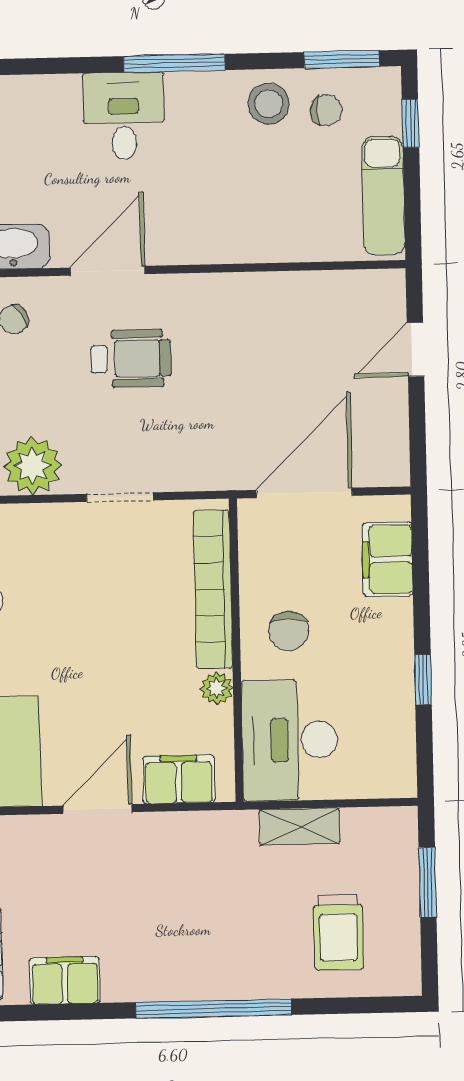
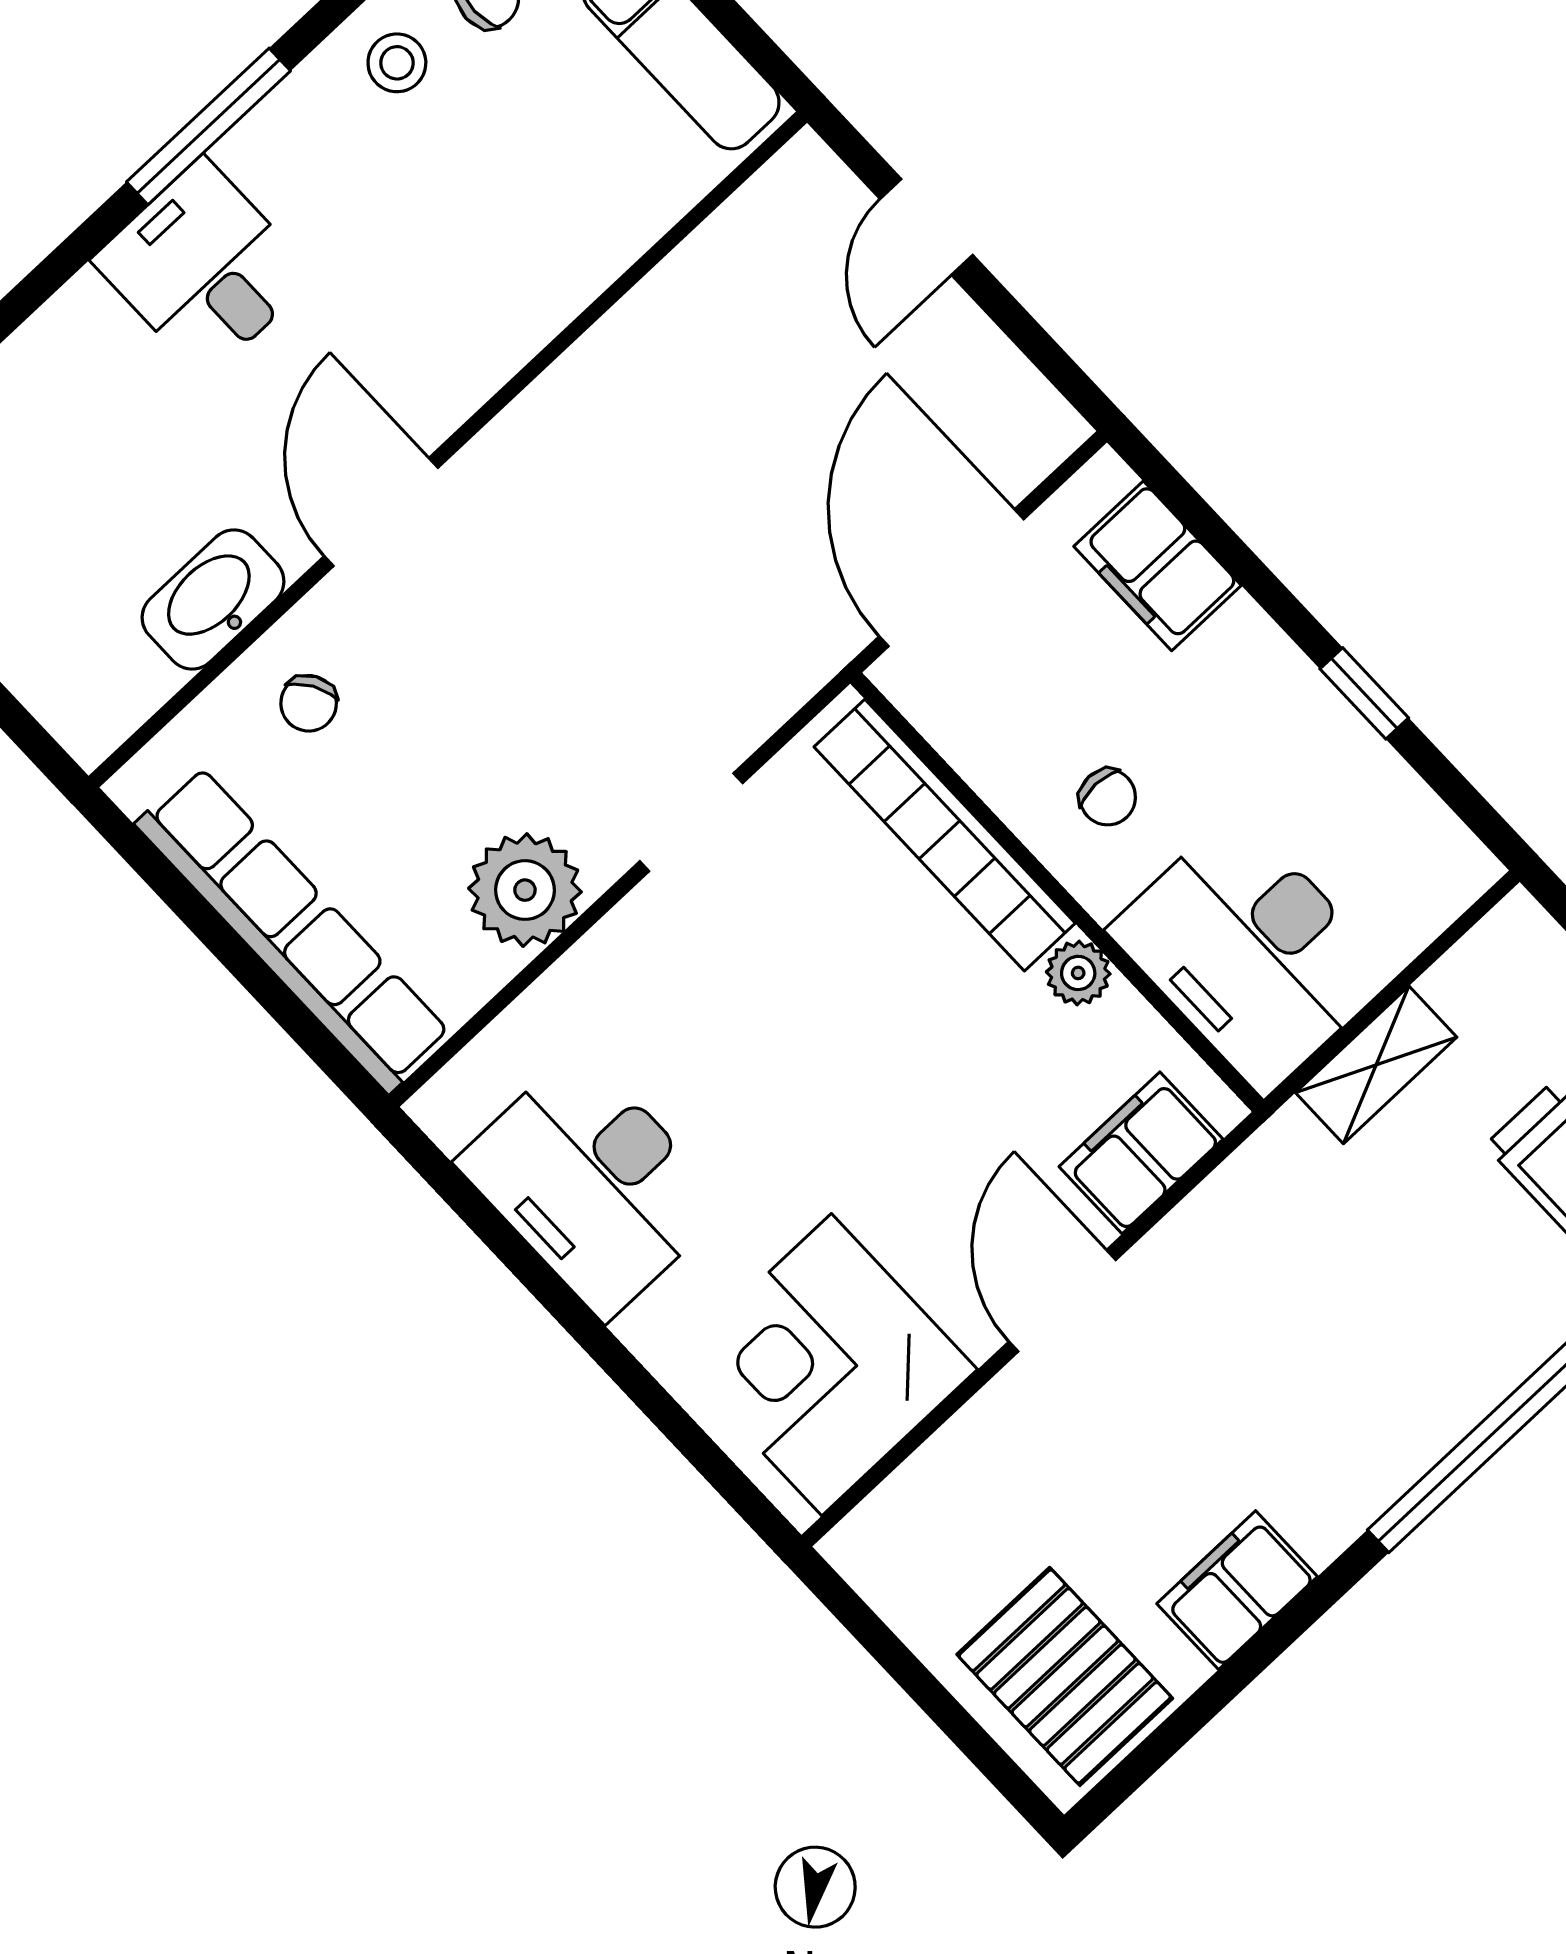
stool: (269, 104) -> (397, 63), width x0.73, depth x0.73
wheelchair: (131, 358) -> (528, 608), removed
chair: (289, 631) -> (1108, 797), width x0.73, depth x0.73

